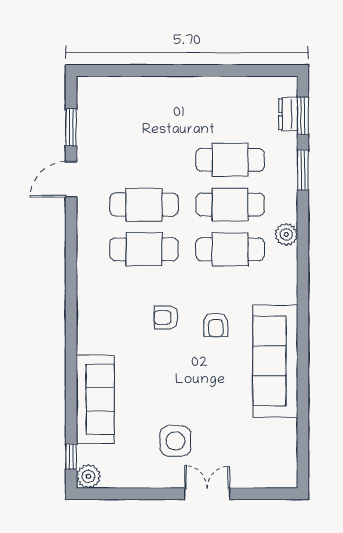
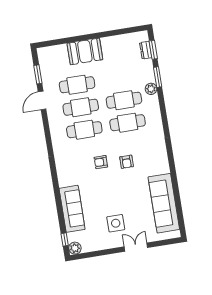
booth: (170, 98) -> (85, 51), added
cafe table: (230, 160) -> (77, 85), moved
plant: (286, 234) -> (151, 89), moved
sofa: (275, 361) -> (164, 203), moved

